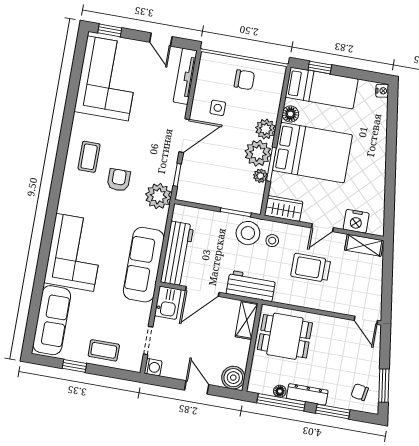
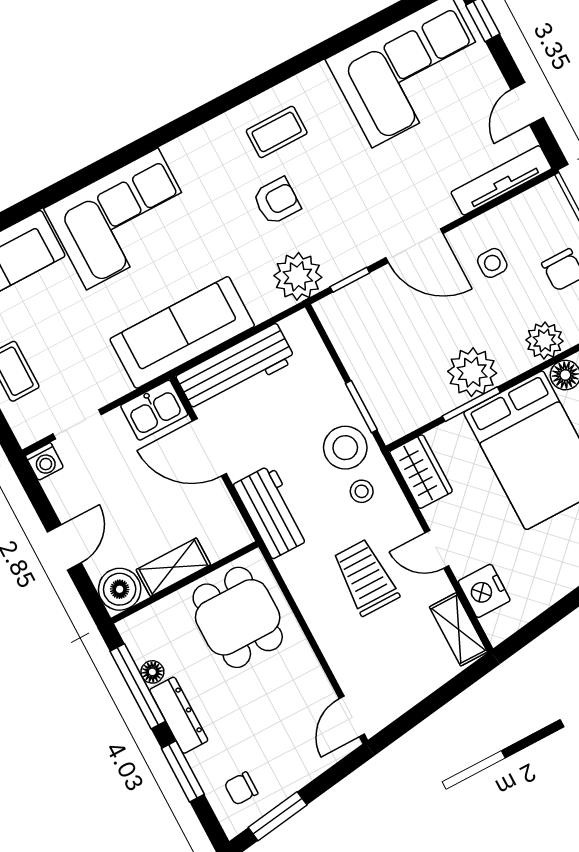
plant: (265, 129) -> (545, 341), moved
plant: (260, 176) -> (442, 401), removed
shelving: (247, 320) -> (173, 567), moved
chair: (360, 392) -> (241, 788), turned -100

